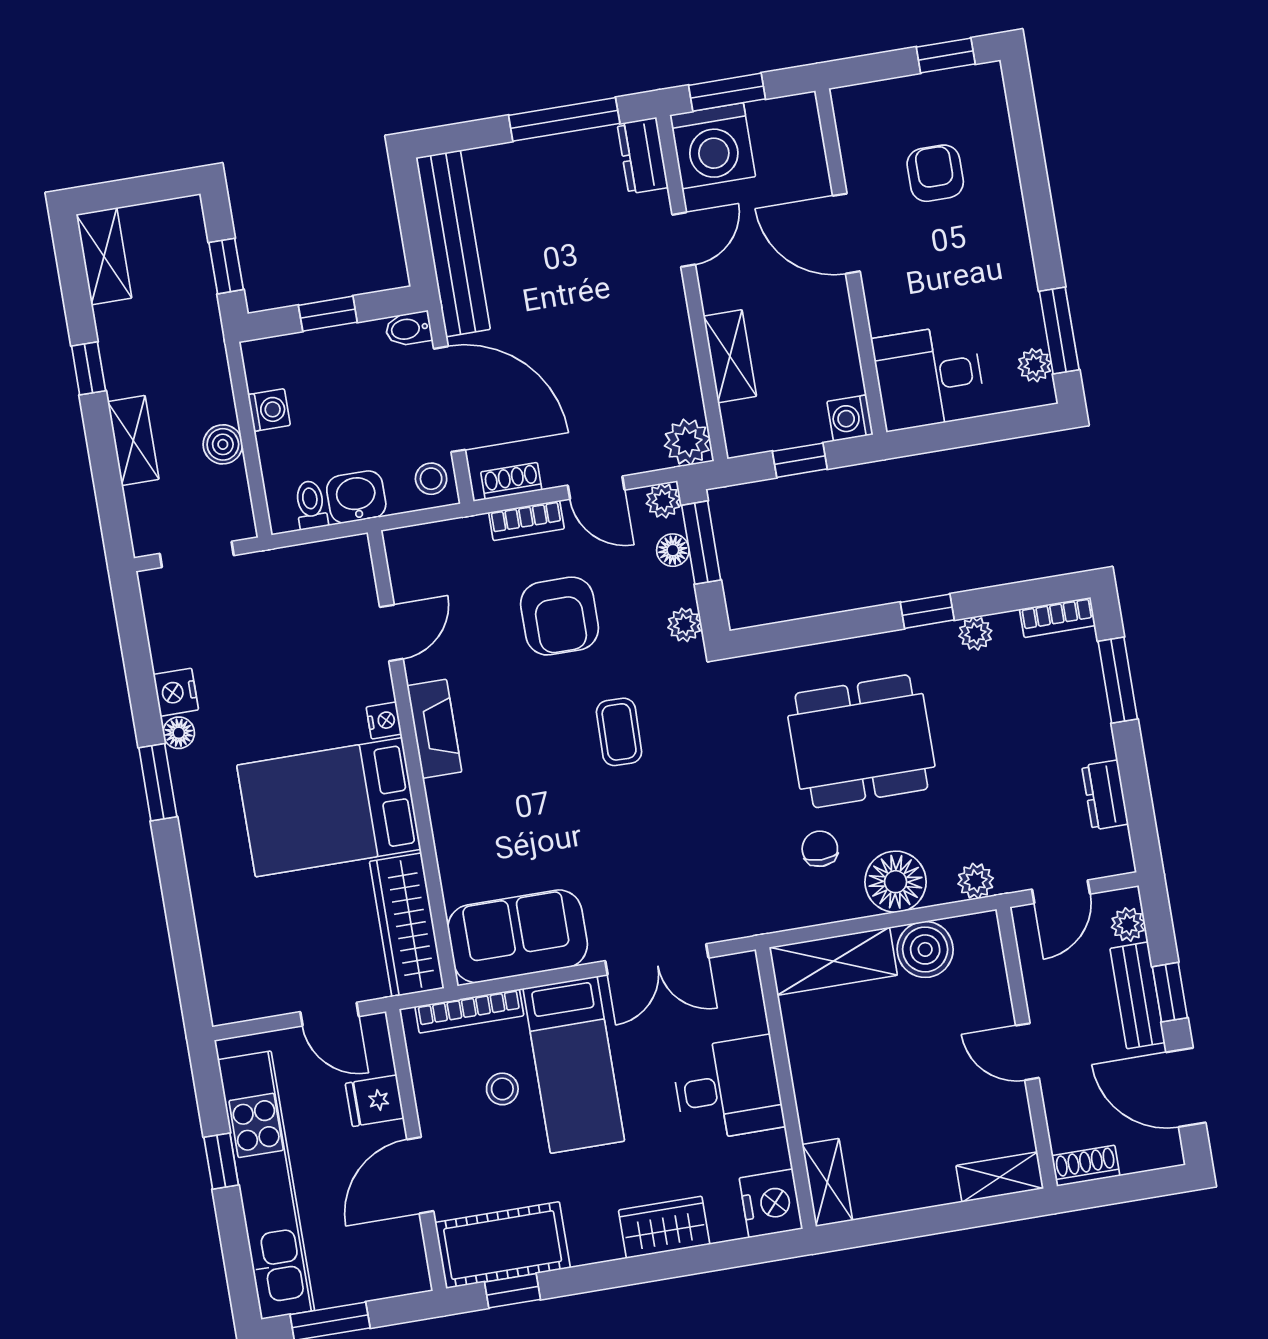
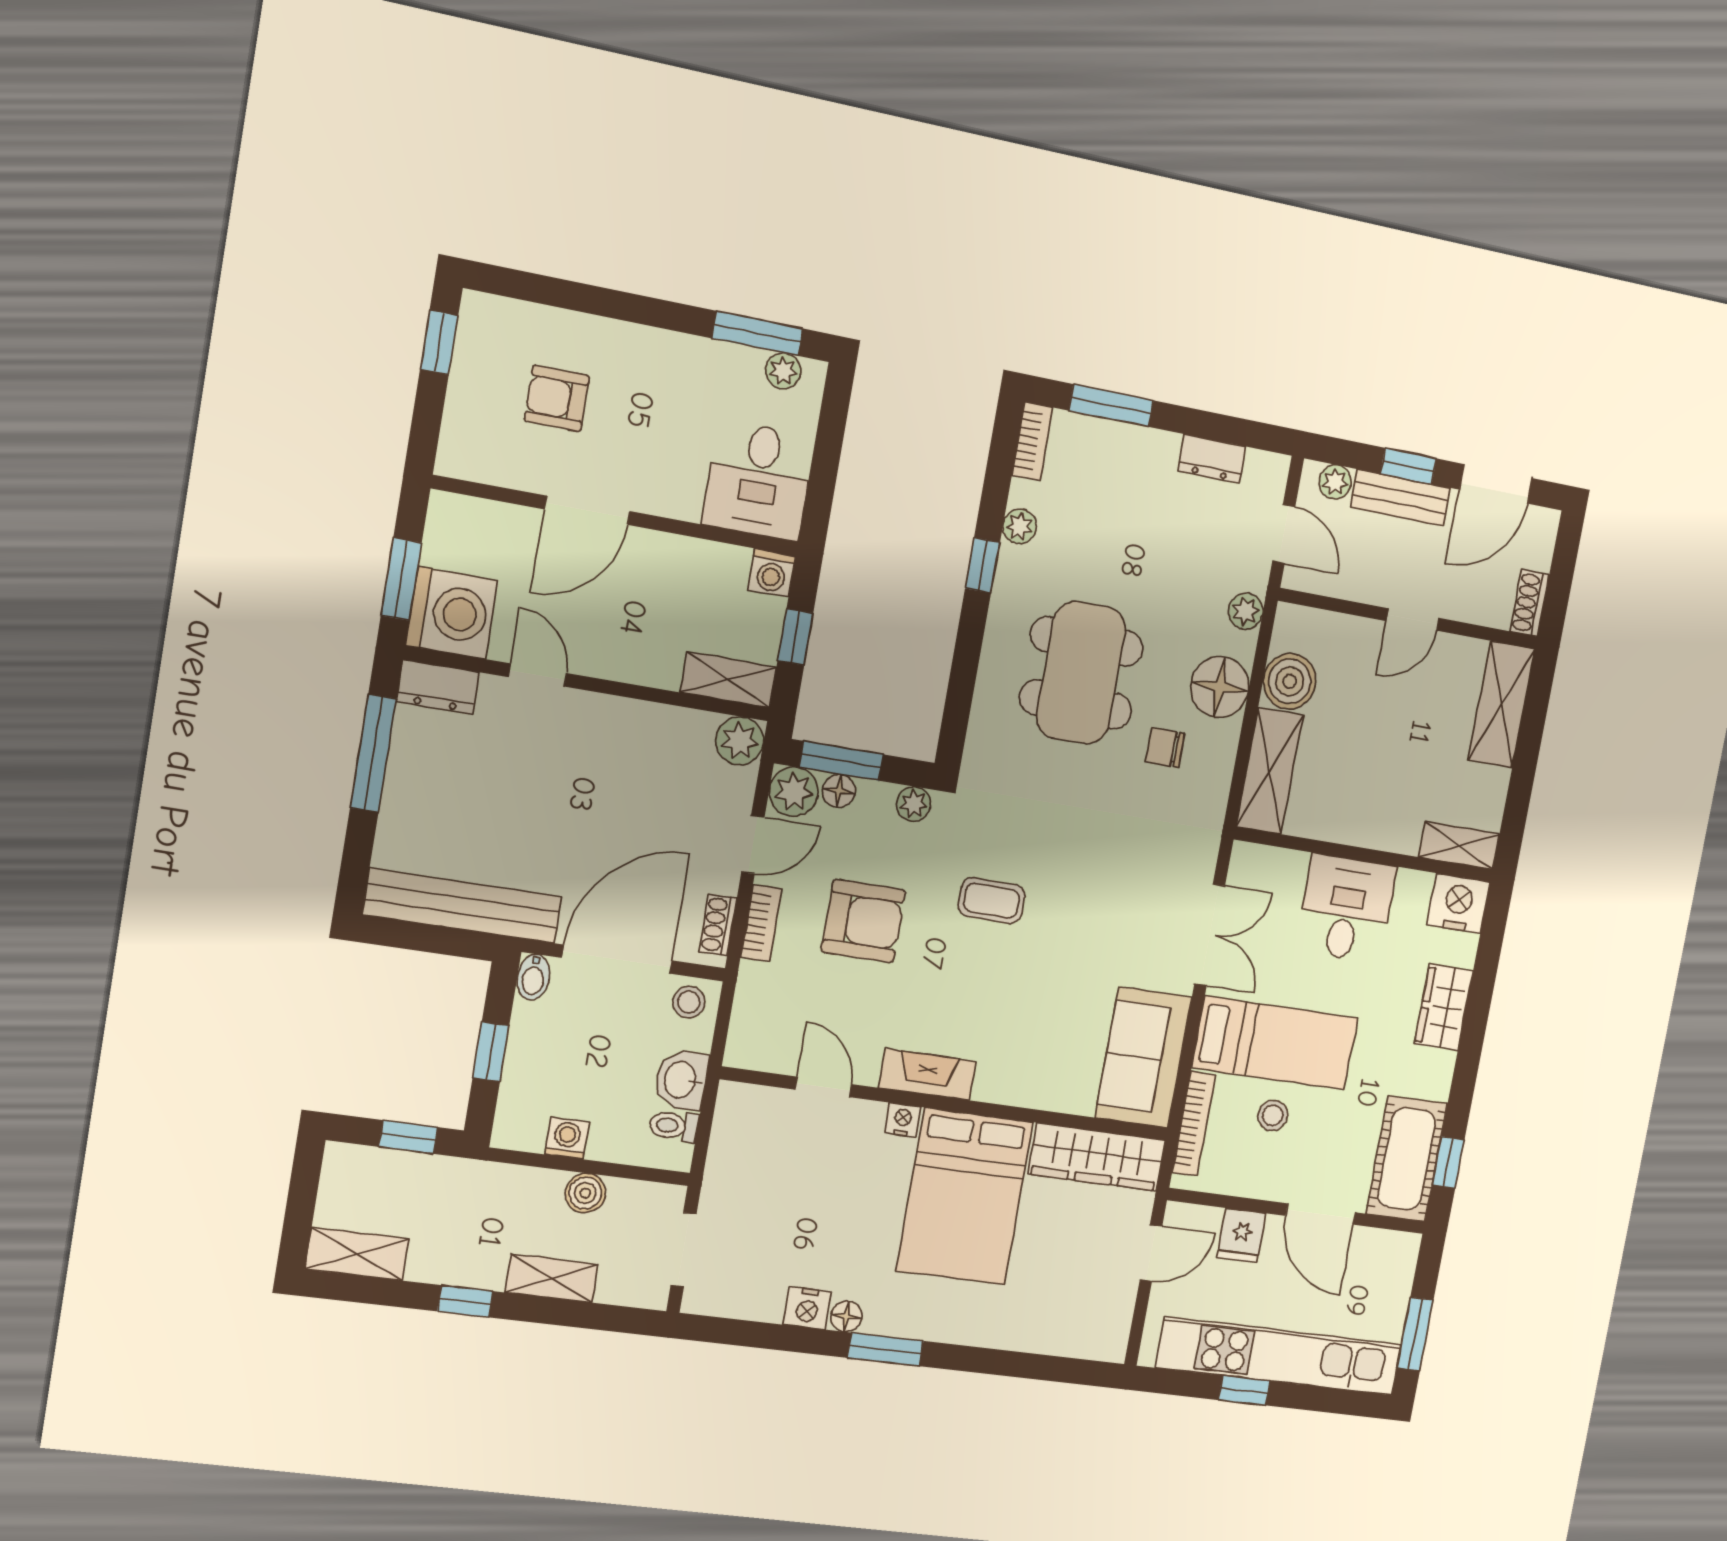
shelving: (730, 356) -> (728, 680), moved
plant: (663, 501) -> (794, 792), width x1.38, depth x1.38
shelving: (1000, 1177) -> (1502, 705), width x1.50, depth x1.33

